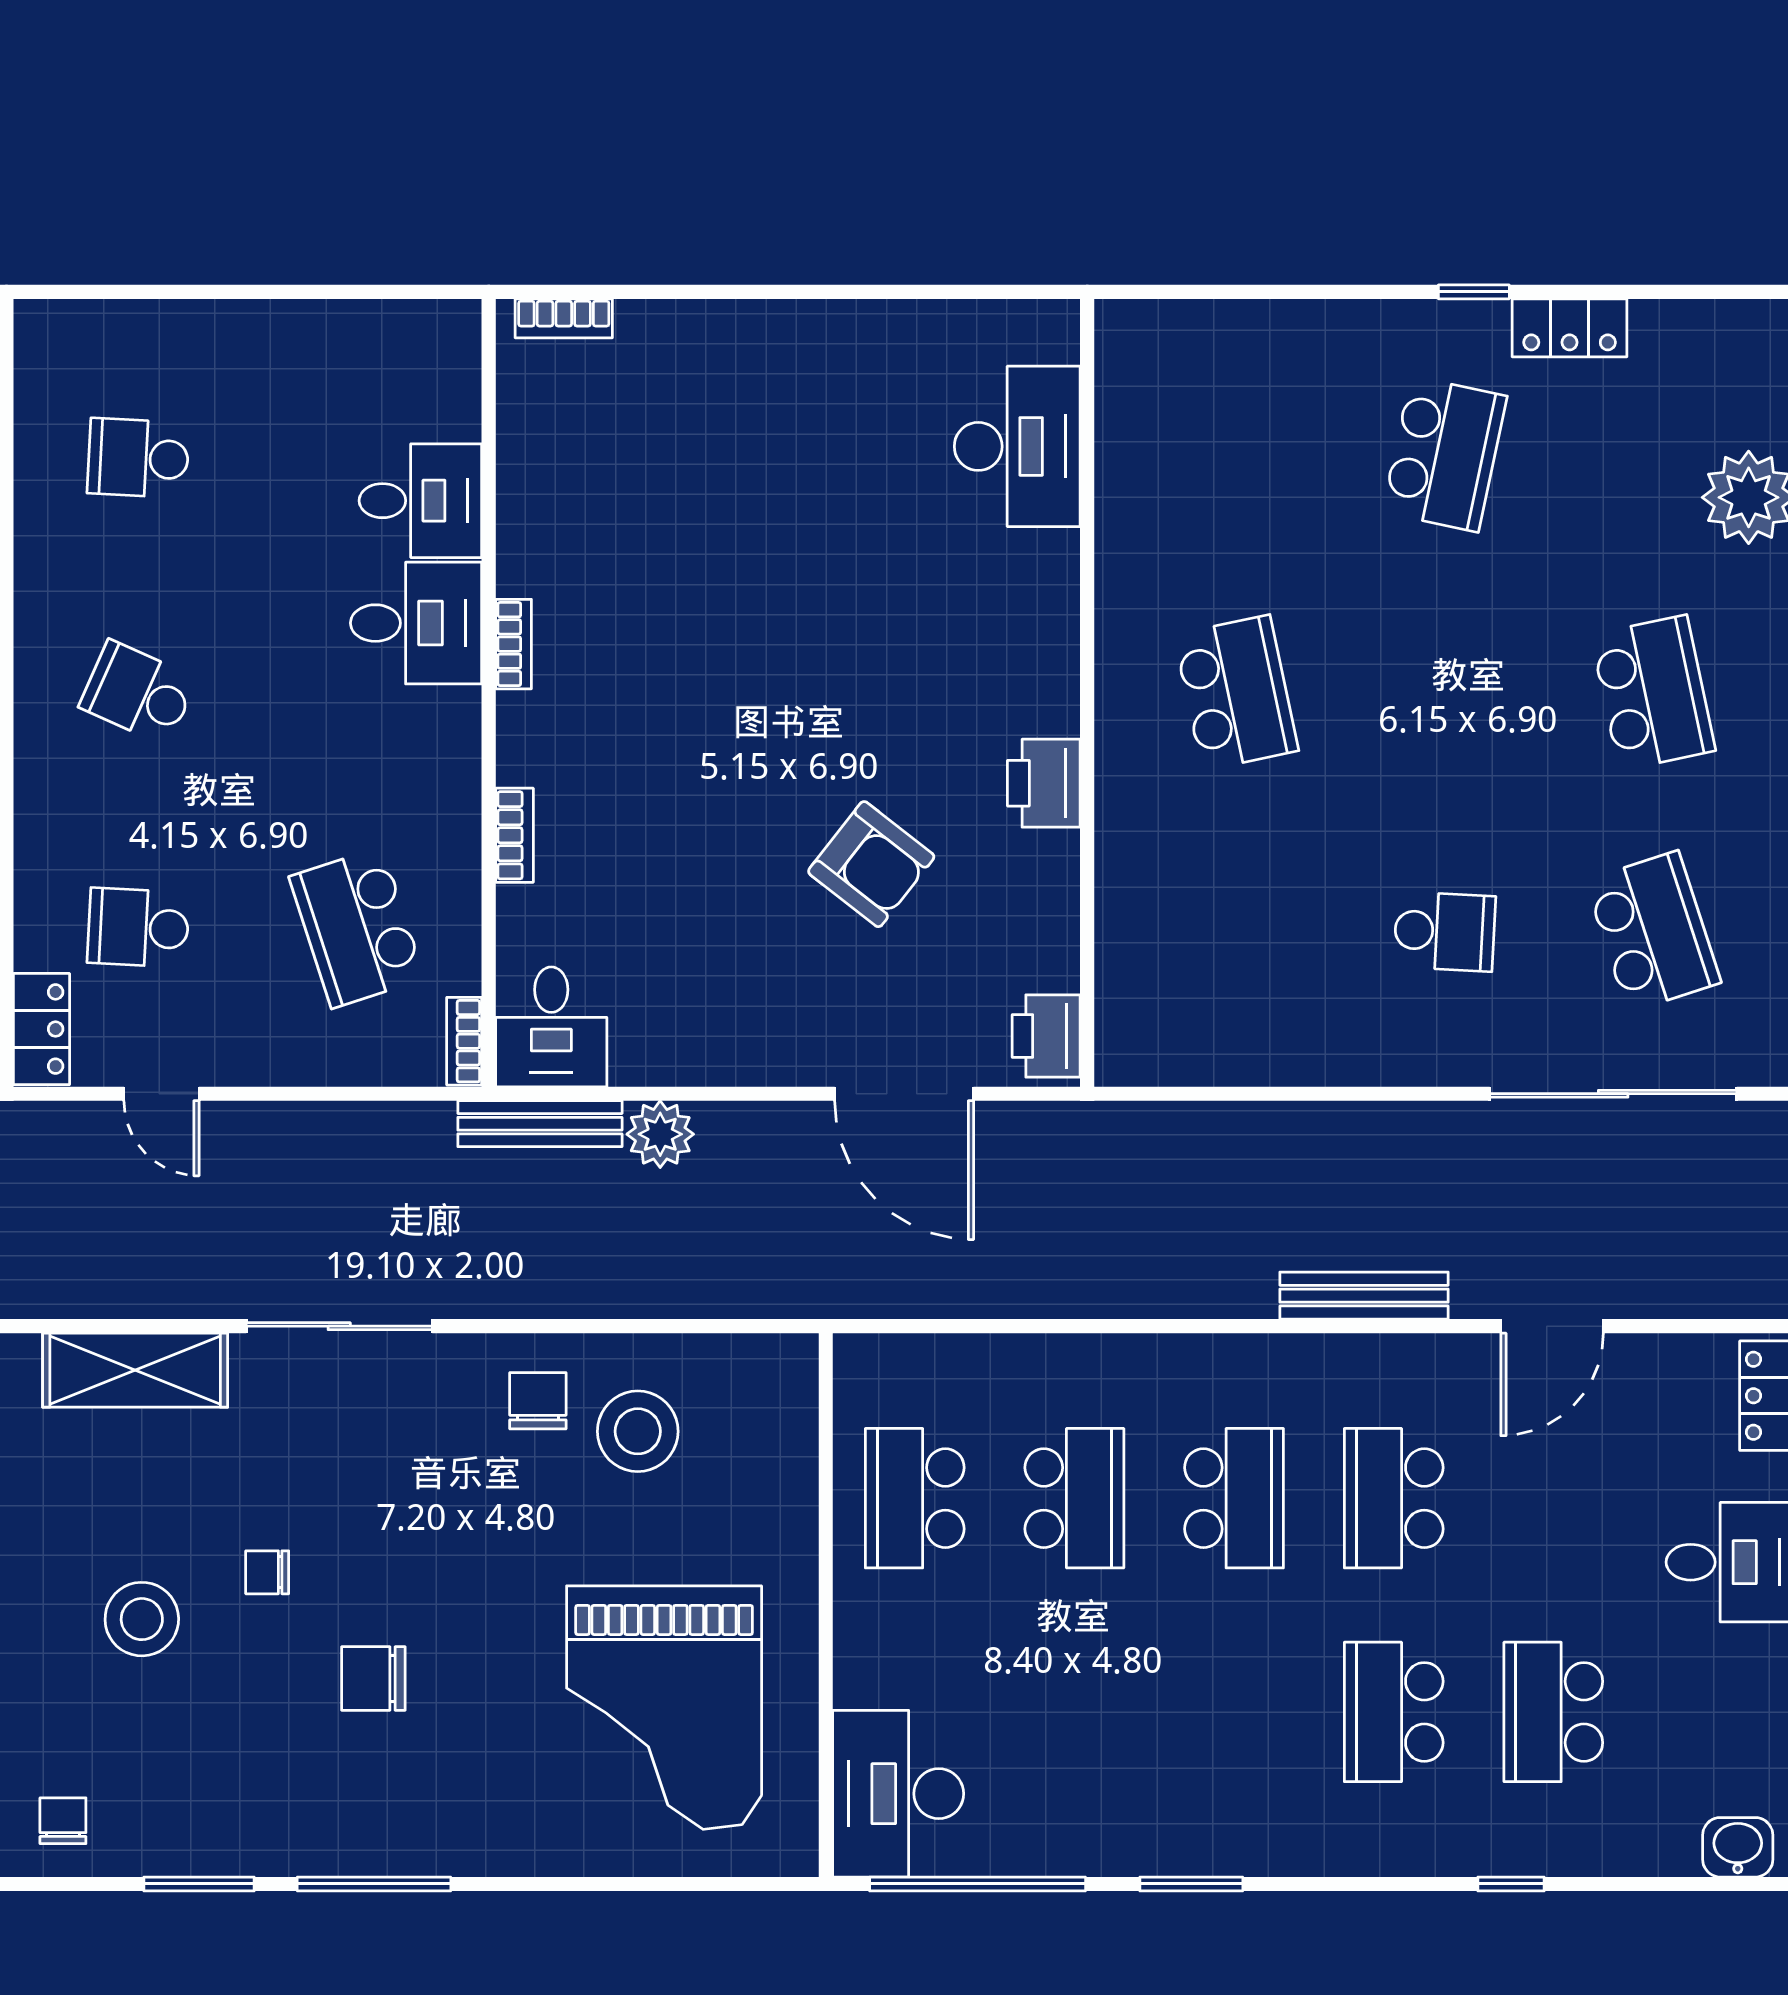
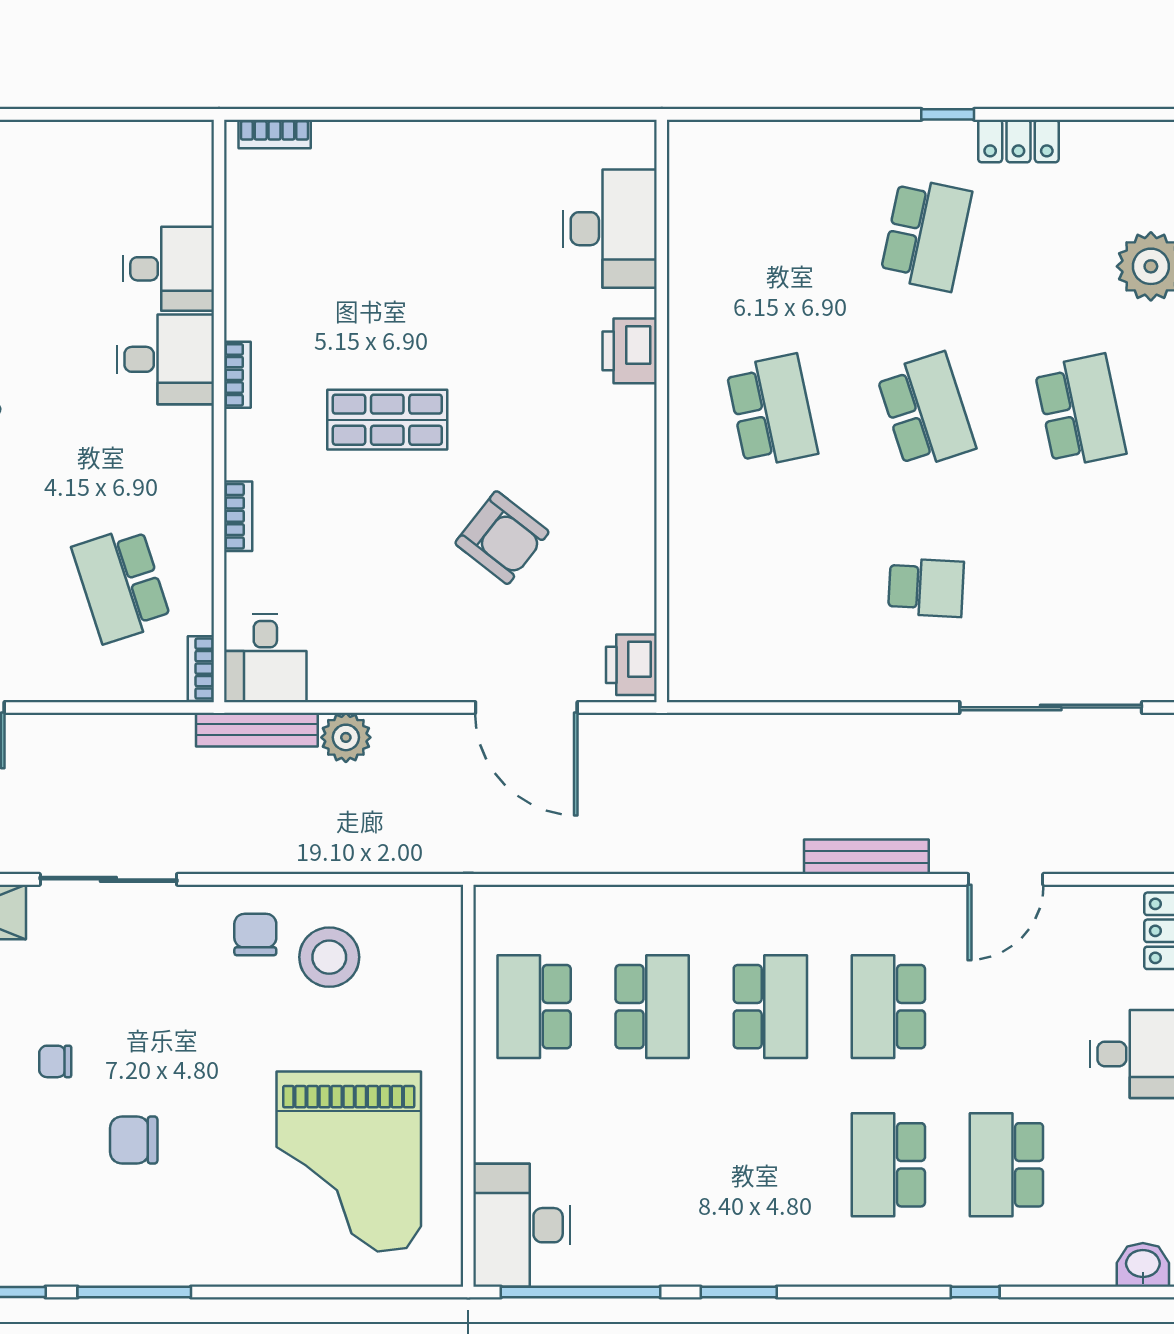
shop shelf: (716, 705) -> (387, 420), added
printer: (1044, 783) -> (630, 351), moved
school desk: (1653, 932) -> (926, 411), moved

